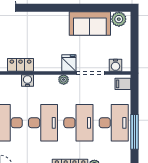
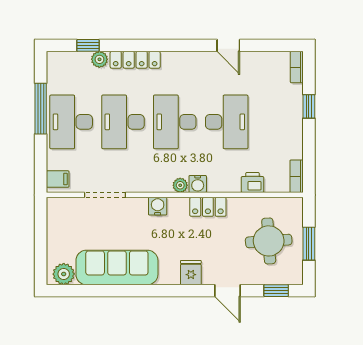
sofa: (90, 24) -> (117, 267), width x1.36
fridge: (69, 63) -> (191, 273), moved, turned 180
water cooler: (116, 65) -> (158, 206), moved
plant: (64, 80) -> (180, 185), moved

